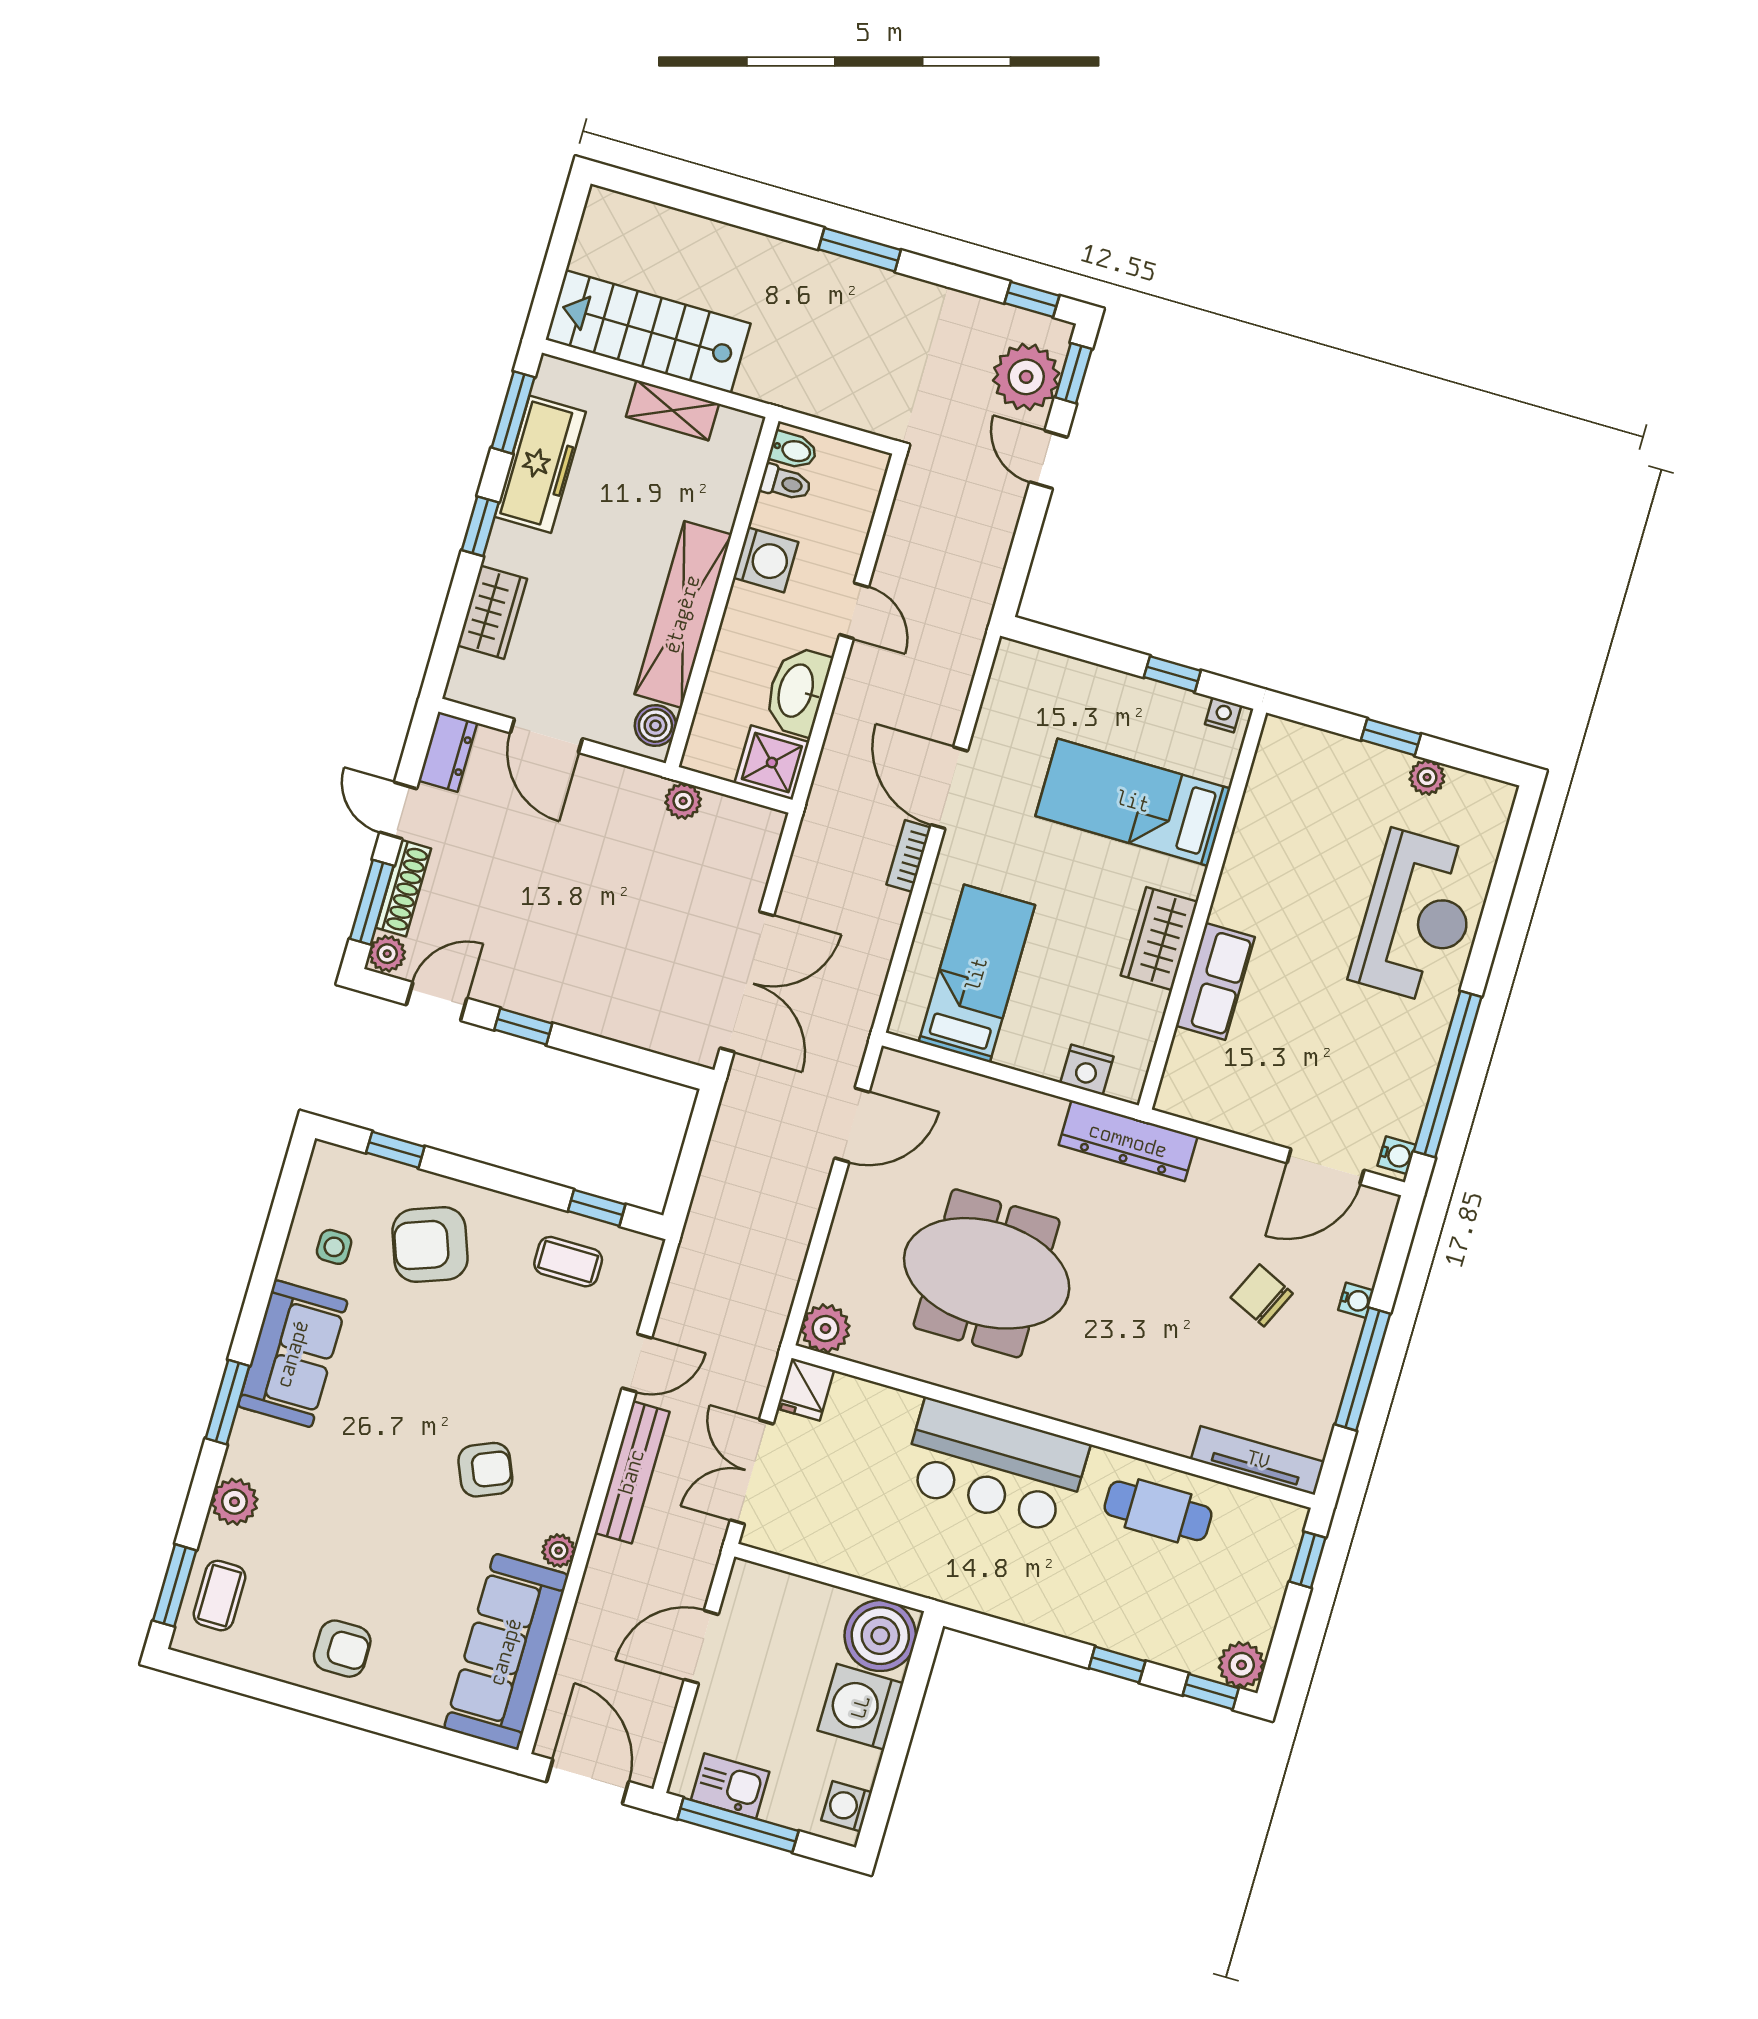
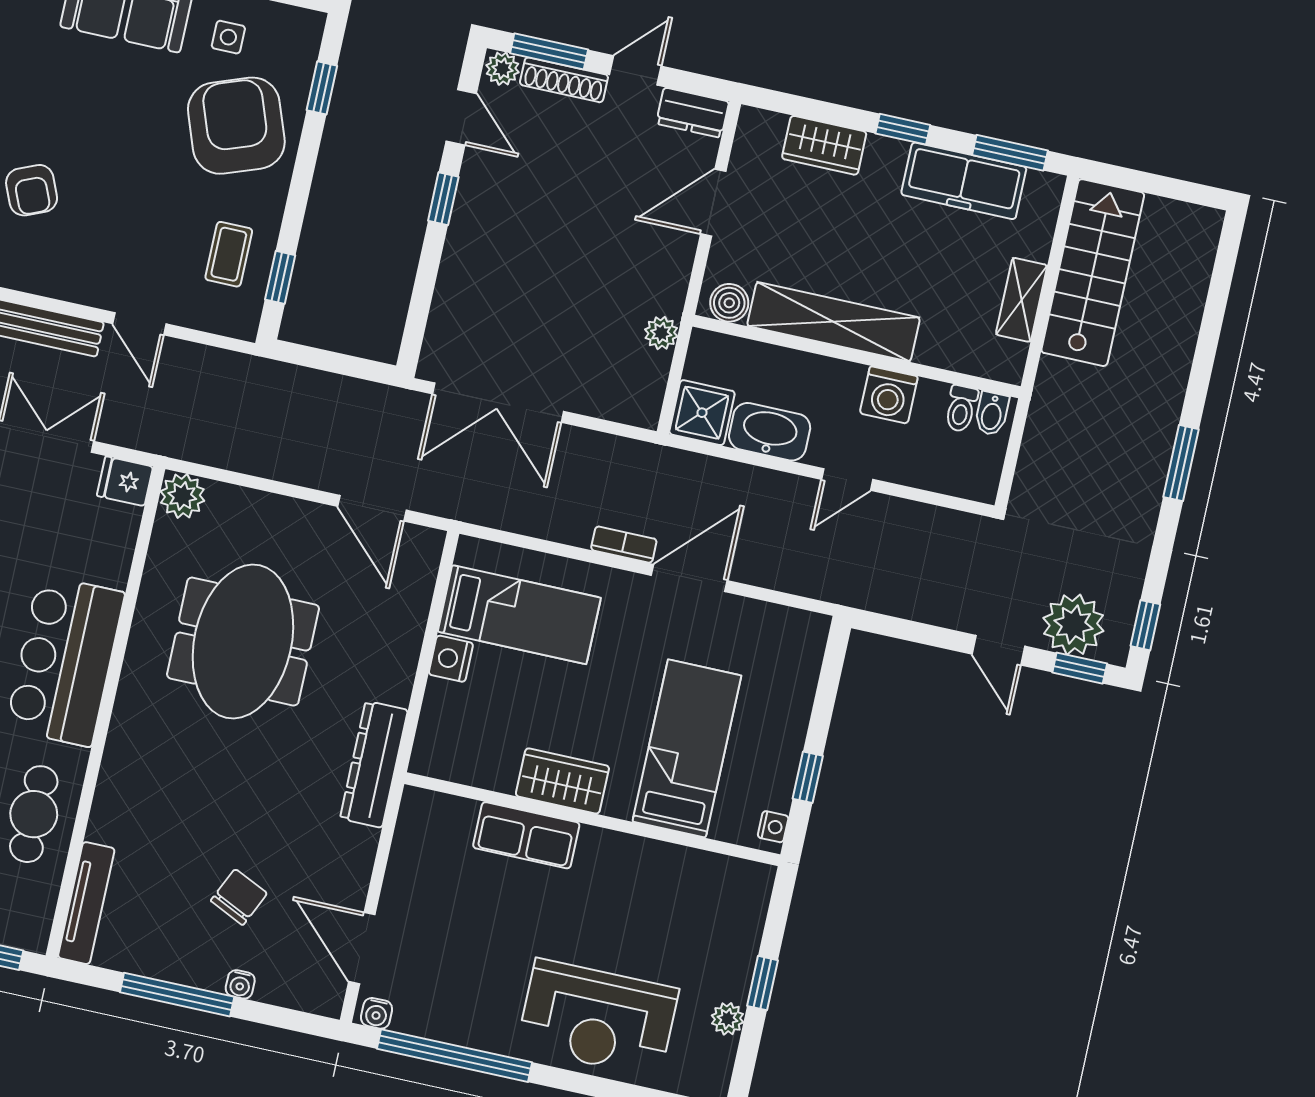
door: (1049, 460) -> (998, 650), swing flipped
nightstand: (1087, 1070) -> (451, 659), moved
armchair: (430, 1245) -> (236, 126), width x1.36, depth x1.36

